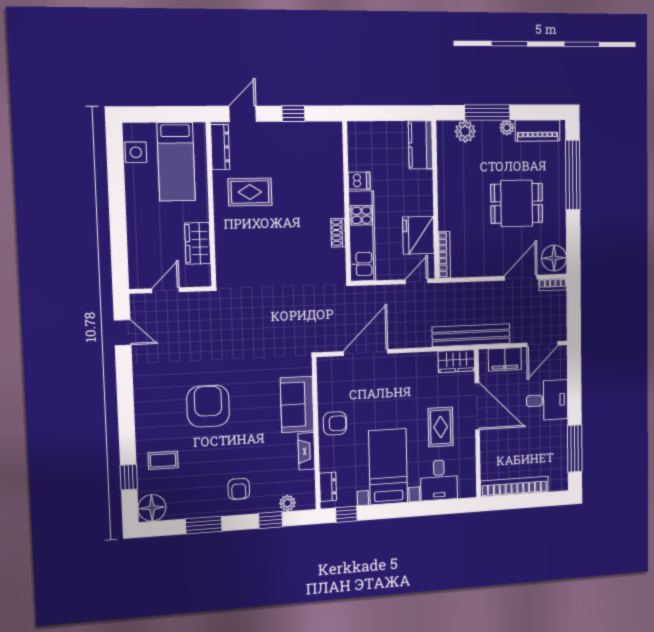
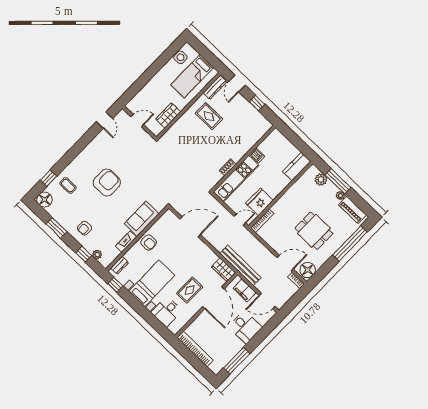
door: (243, 114) -> (237, 83), swing flipped

